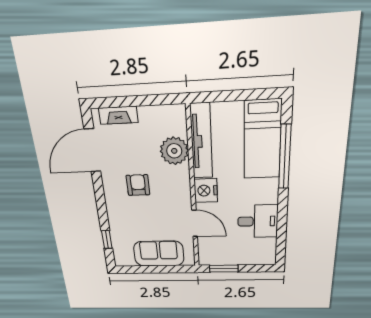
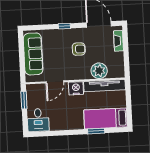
window: (285, 157) -> (96, 131), width x0.47
desk: (258, 221) -> (38, 120), moved
window: (107, 240) -> (64, 26), moved
sofa: (159, 254) -> (33, 54), width x1.36

